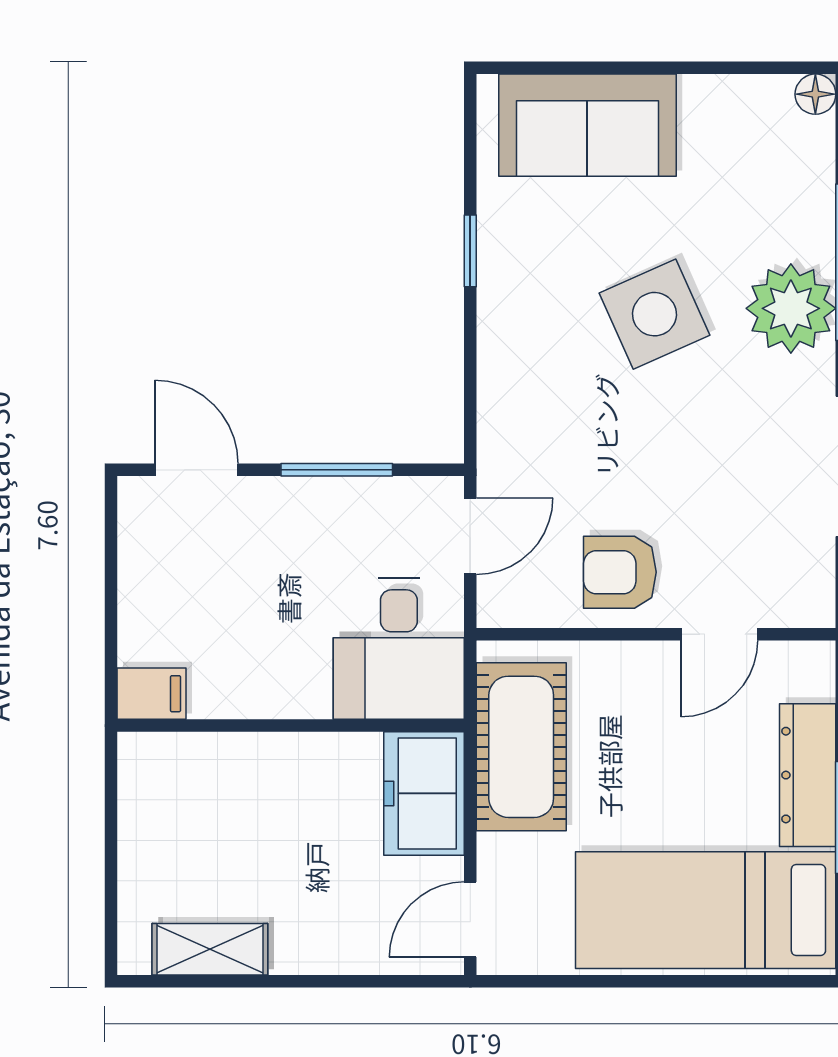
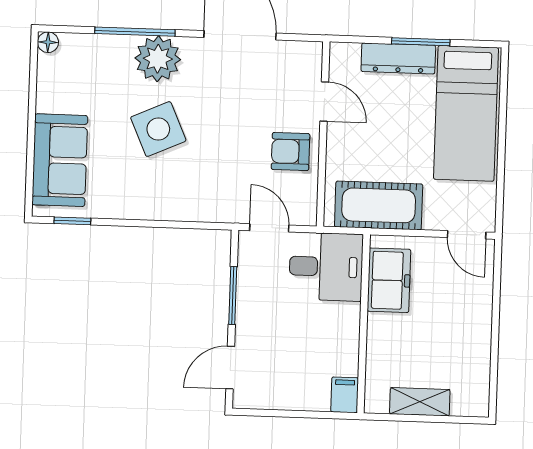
window: (470, 251) -> (72, 221), moved
armchair: (620, 572) -> (291, 152), turned 90
freezer: (424, 793) -> (389, 280), moved, turned -90
shelving: (210, 949) -> (420, 402), moved, turned 90

